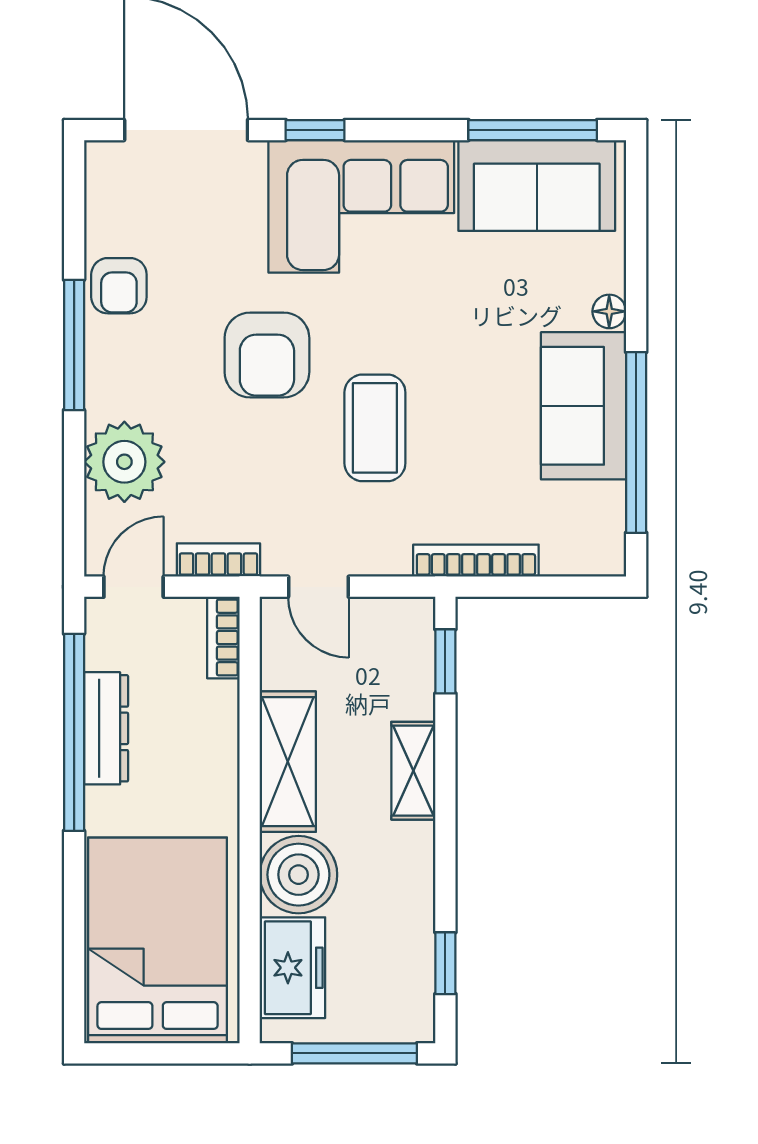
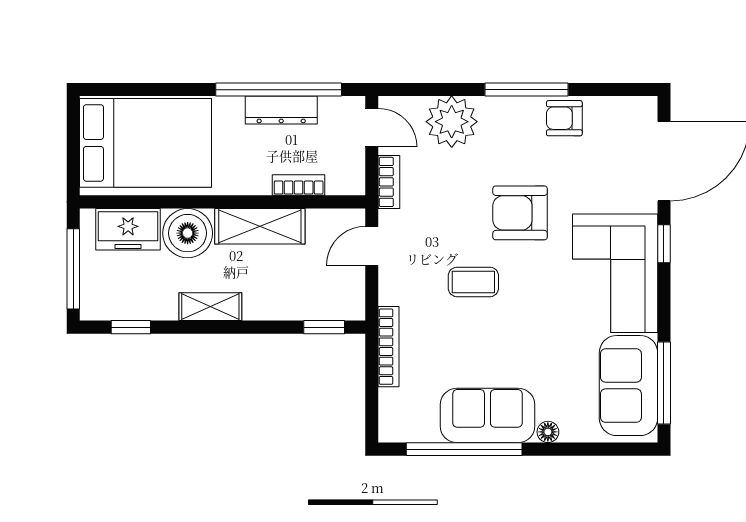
coffee table: (375, 428) -> (473, 282), width x0.73, depth x0.77
bookcase: (223, 637) -> (299, 185), moved
shelving: (413, 771) -> (210, 307), moved

